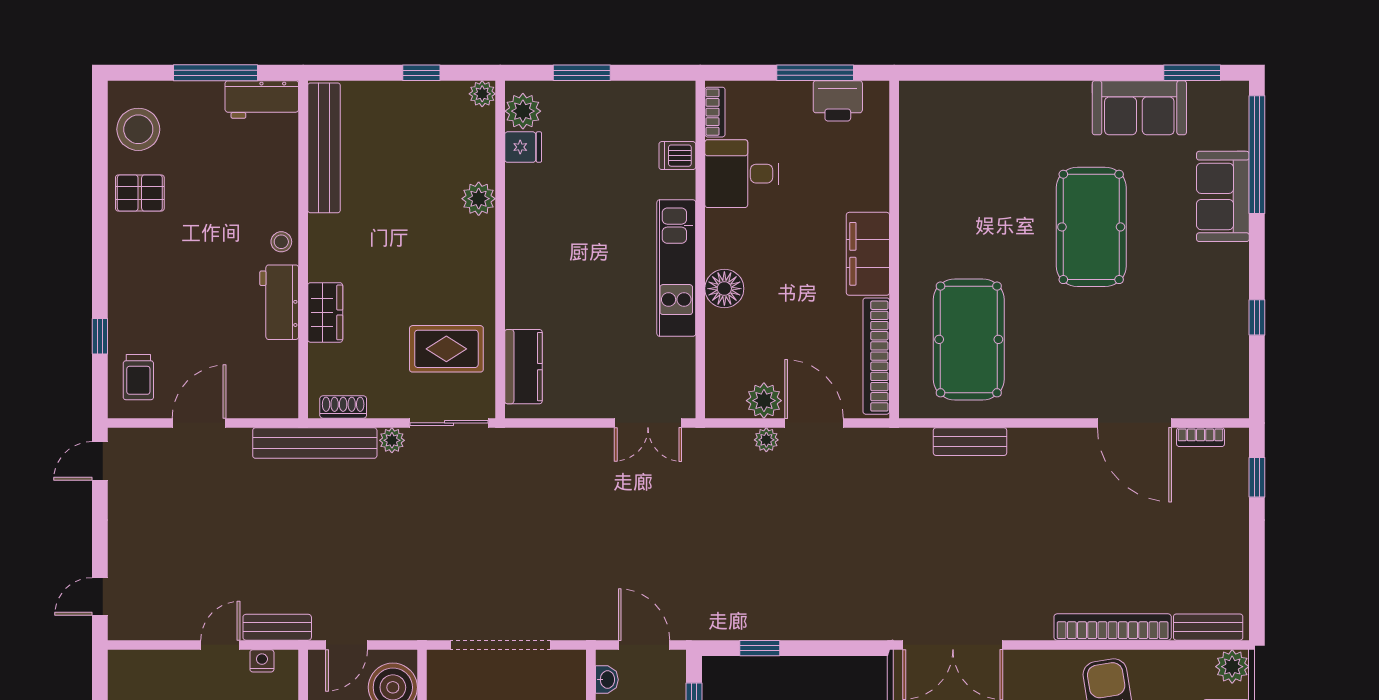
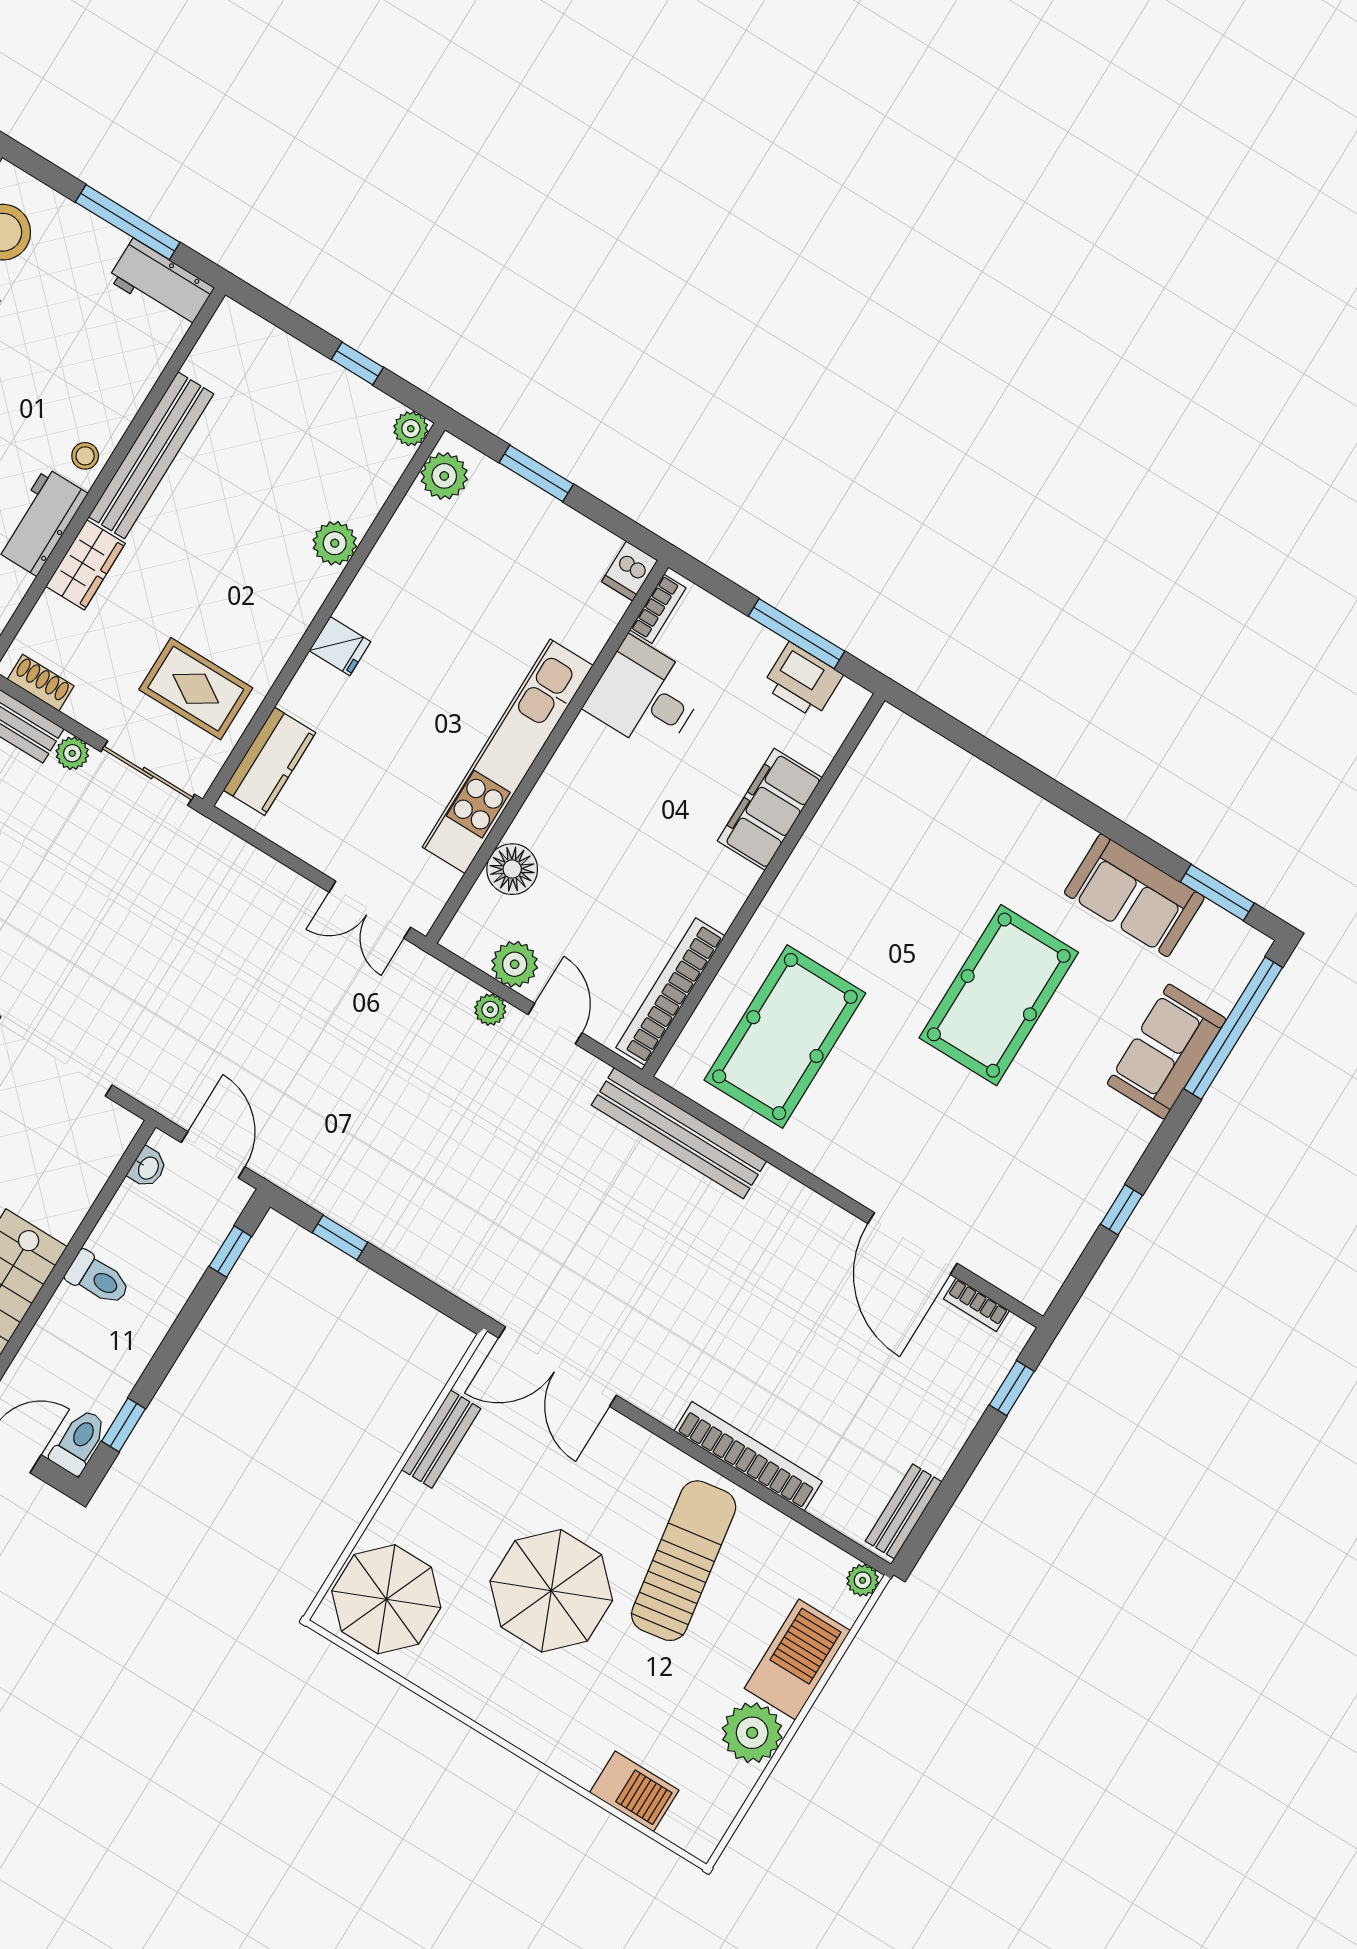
fridge: (523, 147) -> (340, 646), moved
bench: (324, 148) -> (151, 455), moved
dishwasher: (677, 156) -> (630, 571), moved, turned -90
filing cabinet: (868, 254) -> (770, 809), moved
kitchen unit: (676, 268) -> (508, 756), width x1.36
floor lamp: (724, 289) -> (512, 869), moved
door: (814, 423) -> (555, 1024), width x0.73
bench: (970, 442) -> (679, 1133), width x1.86, depth x1.21
bench: (1208, 627) -> (904, 1511), moved, turned 90
plant: (1232, 667) -> (863, 1580), width x0.73, depth x0.73

